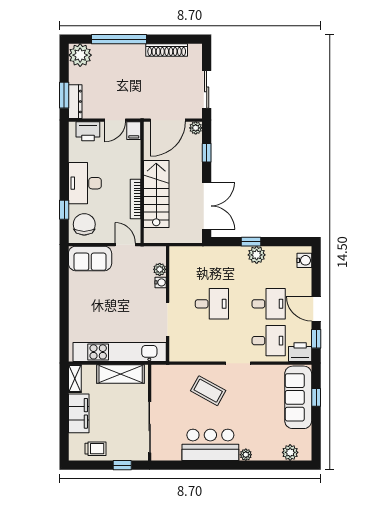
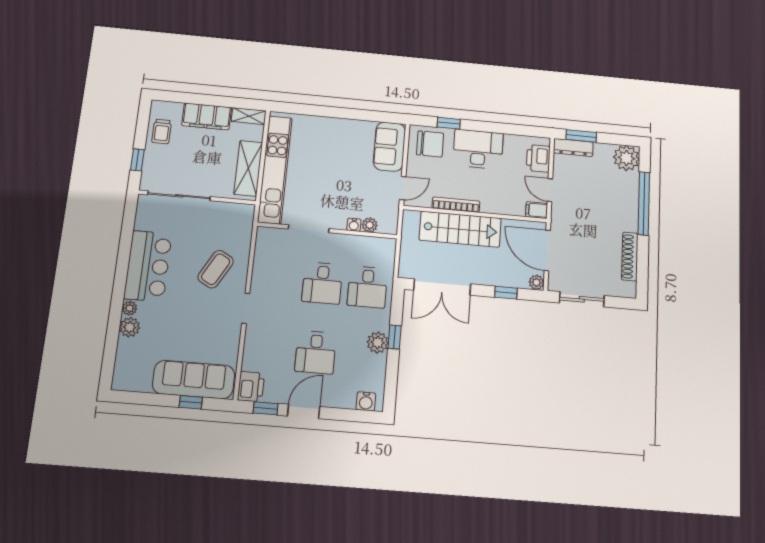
desk: (269, 341) -> (367, 287), moved
plant: (290, 452) -> (130, 327), moved

